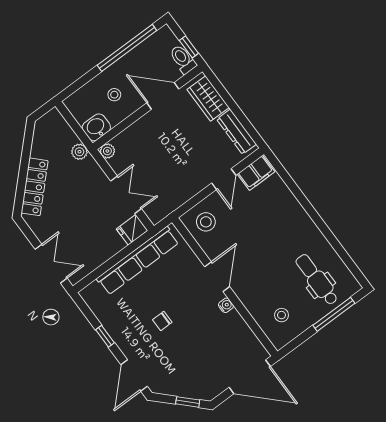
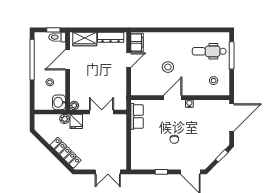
door: (224, 179) -> (129, 60), hinge flipped
stool: (206, 222) -> (168, 67), moved
fridge: (132, 230) -> (76, 121), moved
row of seats: (138, 261) -> (137, 116), width x0.50
double door: (51, 264) -> (108, 172), swing flipped
door: (217, 277) -> (173, 98), hinge flipped

